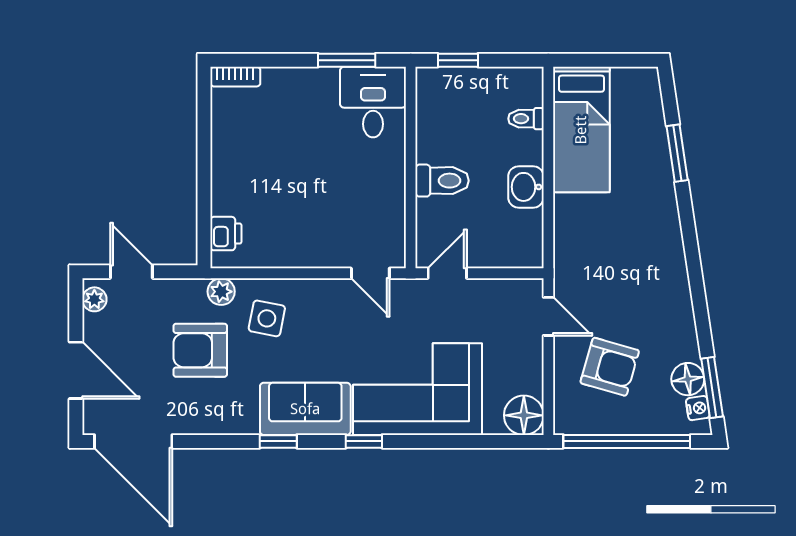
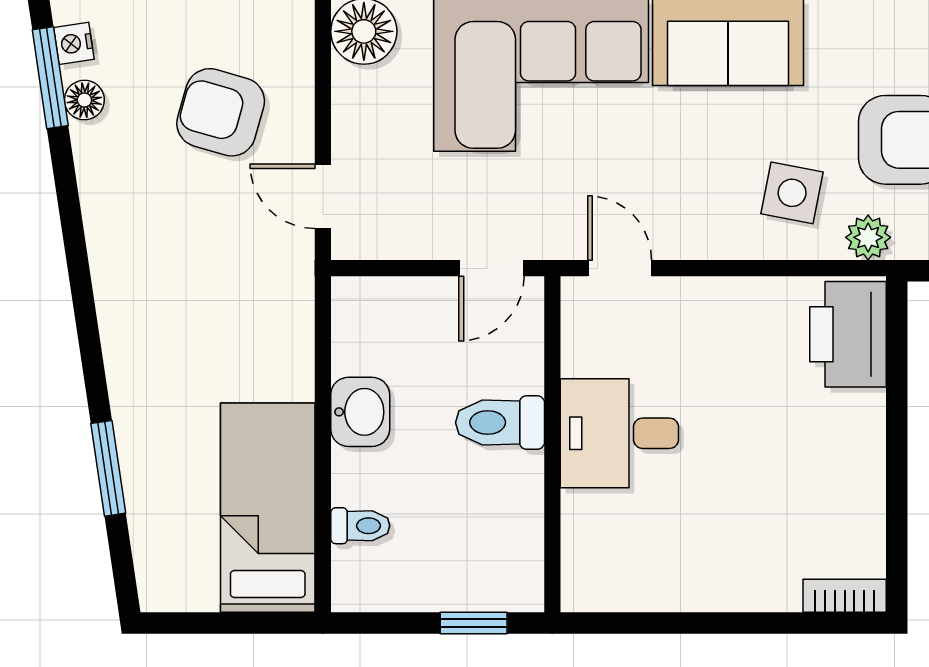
window: (347, 60) -> (659, 623), removed
desk: (373, 102) -> (619, 433), moved, turned 90
printer: (226, 234) -> (848, 334), width x1.87, depth x1.48
floor lamp: (688, 379) -> (84, 100), width x0.73, depth x0.73

